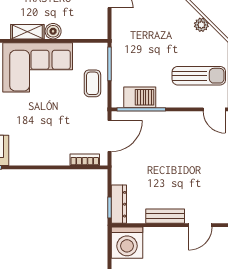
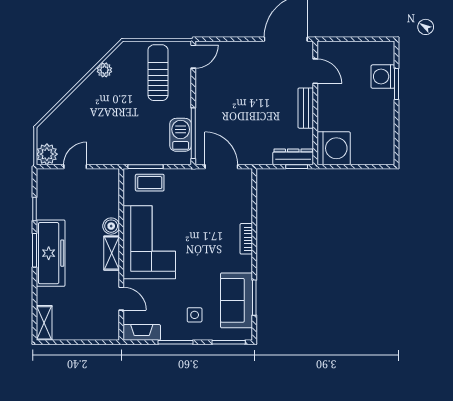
coffee table: (92, 83) -> (150, 183), moved
bookcase: (85, 160) -> (246, 239), moved

